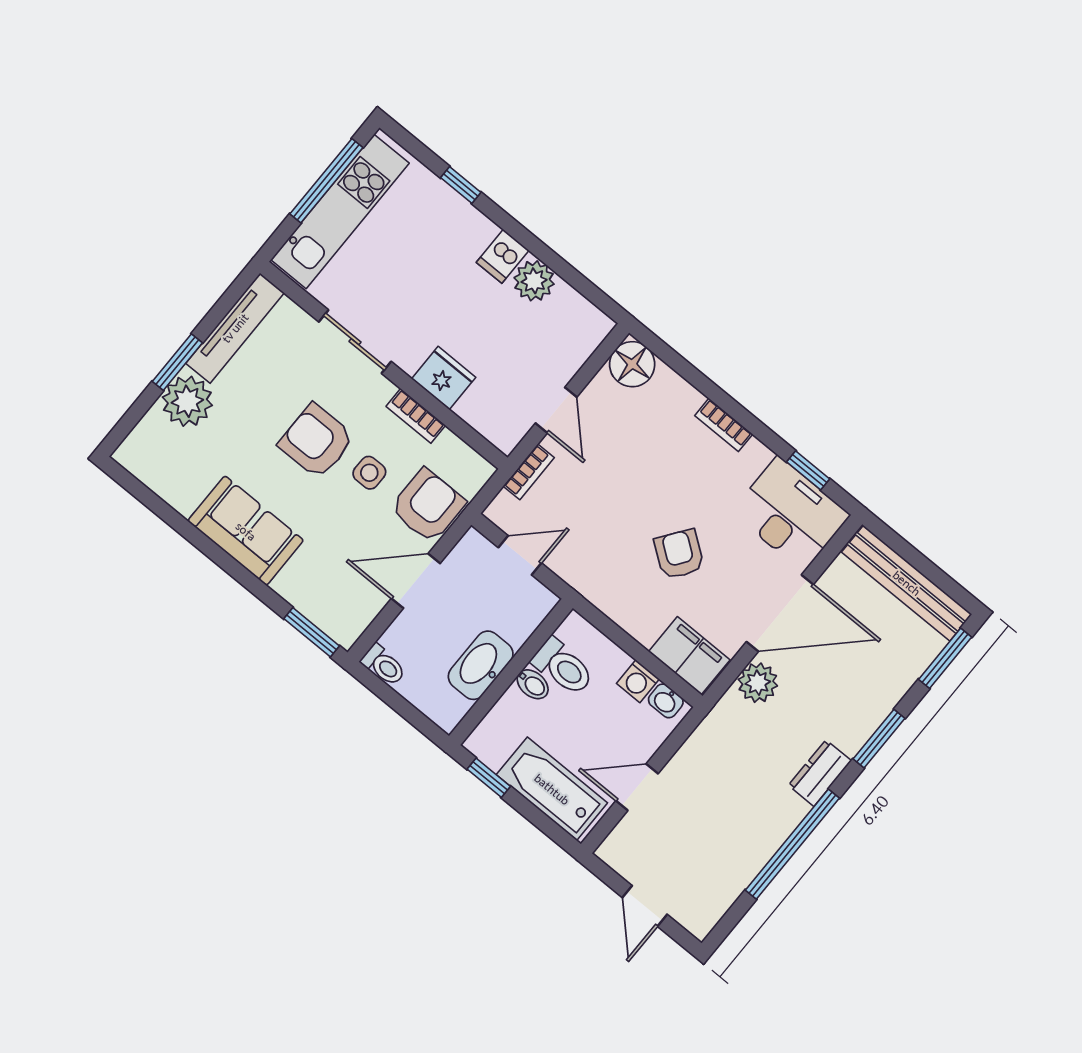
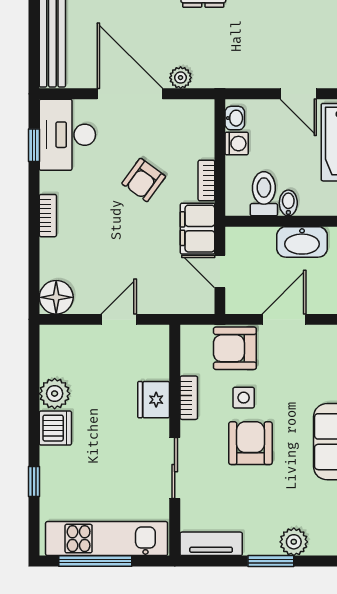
dishwasher: (503, 256) -> (55, 428), width x1.38
tv unit: (235, 328) -> (211, 544), width x0.71
plant: (187, 401) -> (294, 542), width x0.73, depth x0.73
armchair: (316, 441) -> (250, 443), turned 180
bookcase: (529, 472) -> (206, 181), moved, turned -90
door: (416, 581) -> (284, 319), swing flipped
filing cabinet: (689, 656) -> (198, 229), moved
plant: (758, 683) -> (181, 78), width x0.73, depth x0.73

